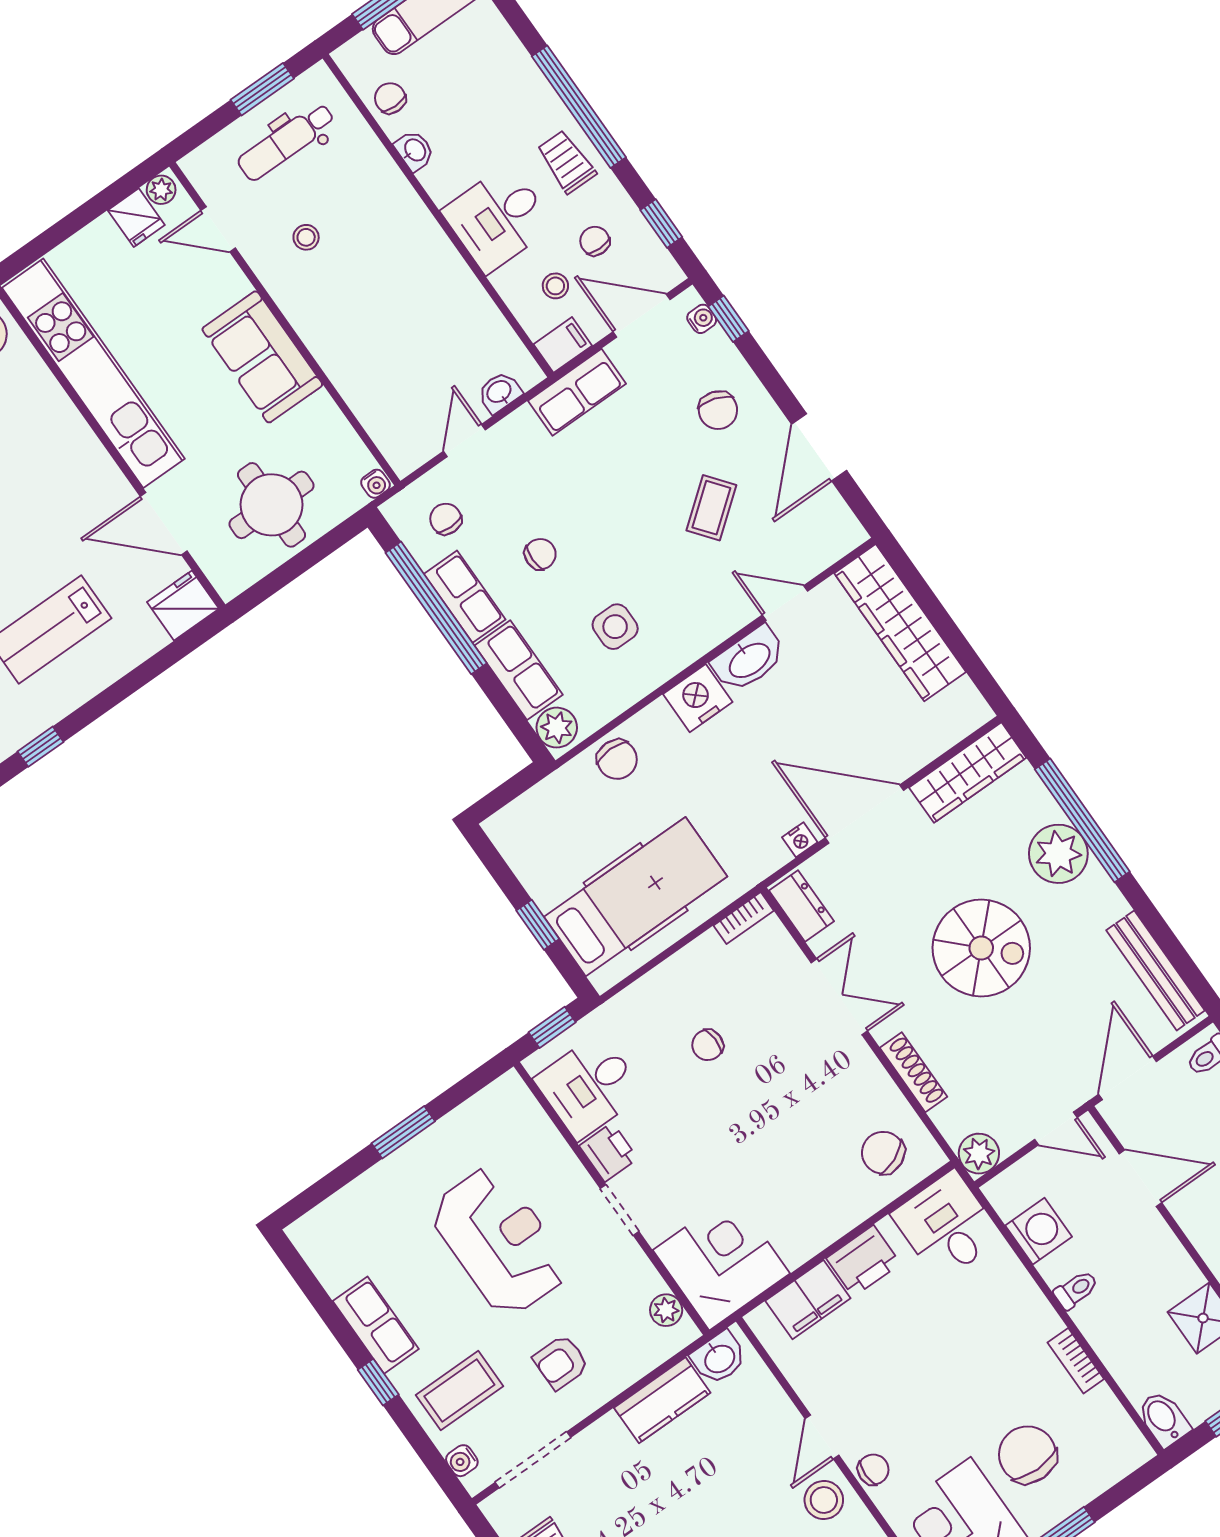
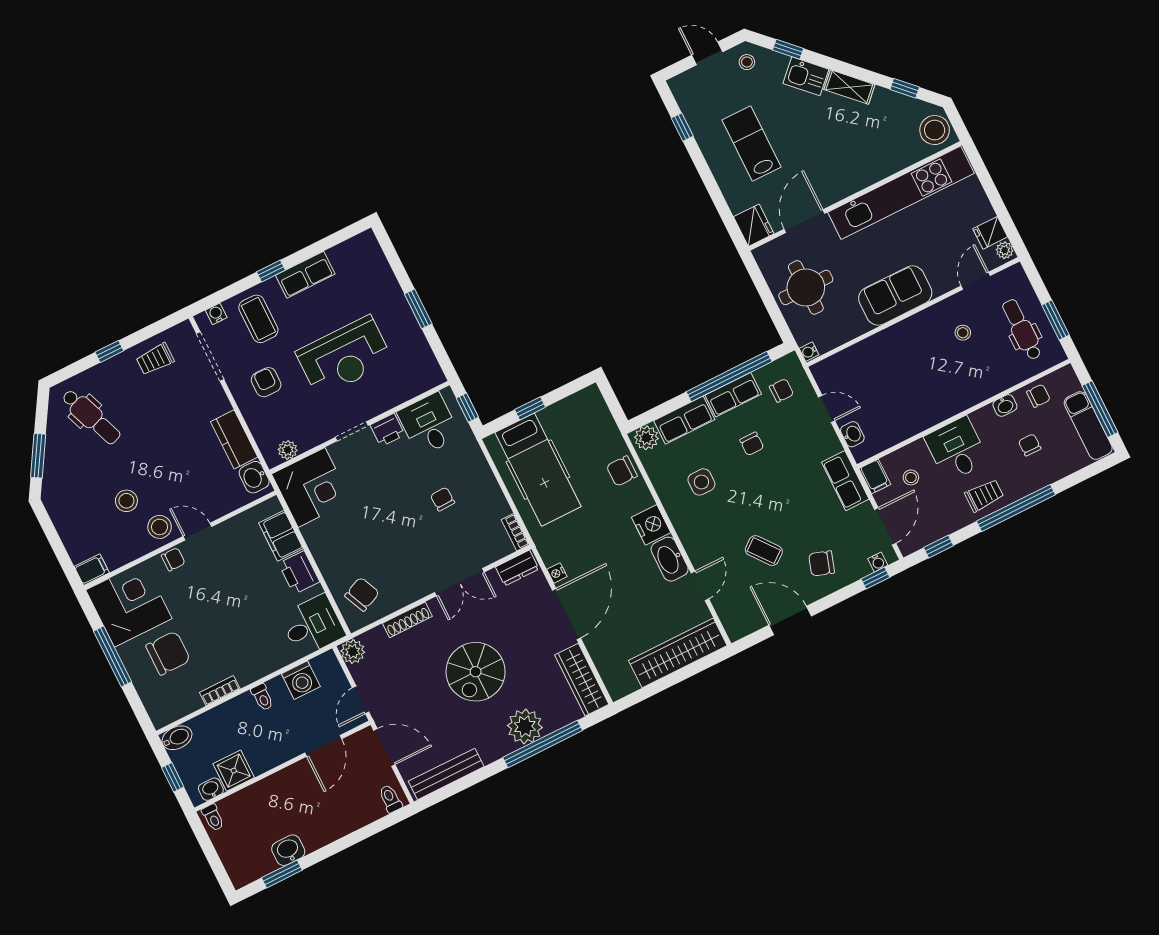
chair: (595, 241) -> (1030, 445), moved, turned -90
chair: (873, 1470) -> (173, 559), turned -90

